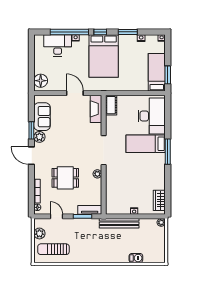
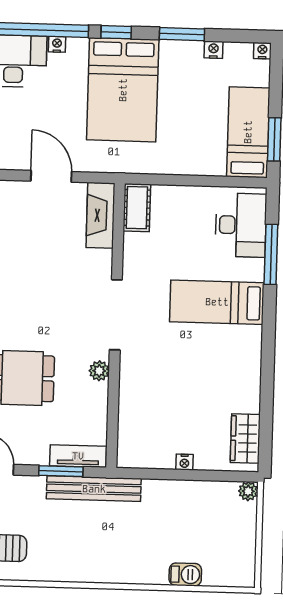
desk: (152, 116) -> (241, 225), width x0.73, depth x0.77
window: (168, 152) -> (271, 254), moved
bench: (119, 223) -> (94, 489), moved

